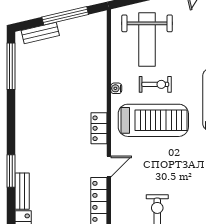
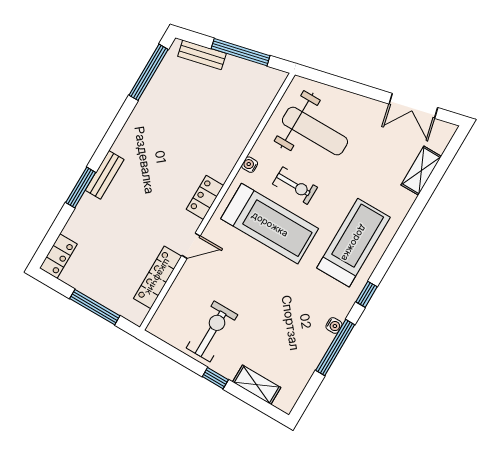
weight bench: (147, 40) -> (315, 131), turned -90
bench: (22, 191) -> (105, 175), moved

